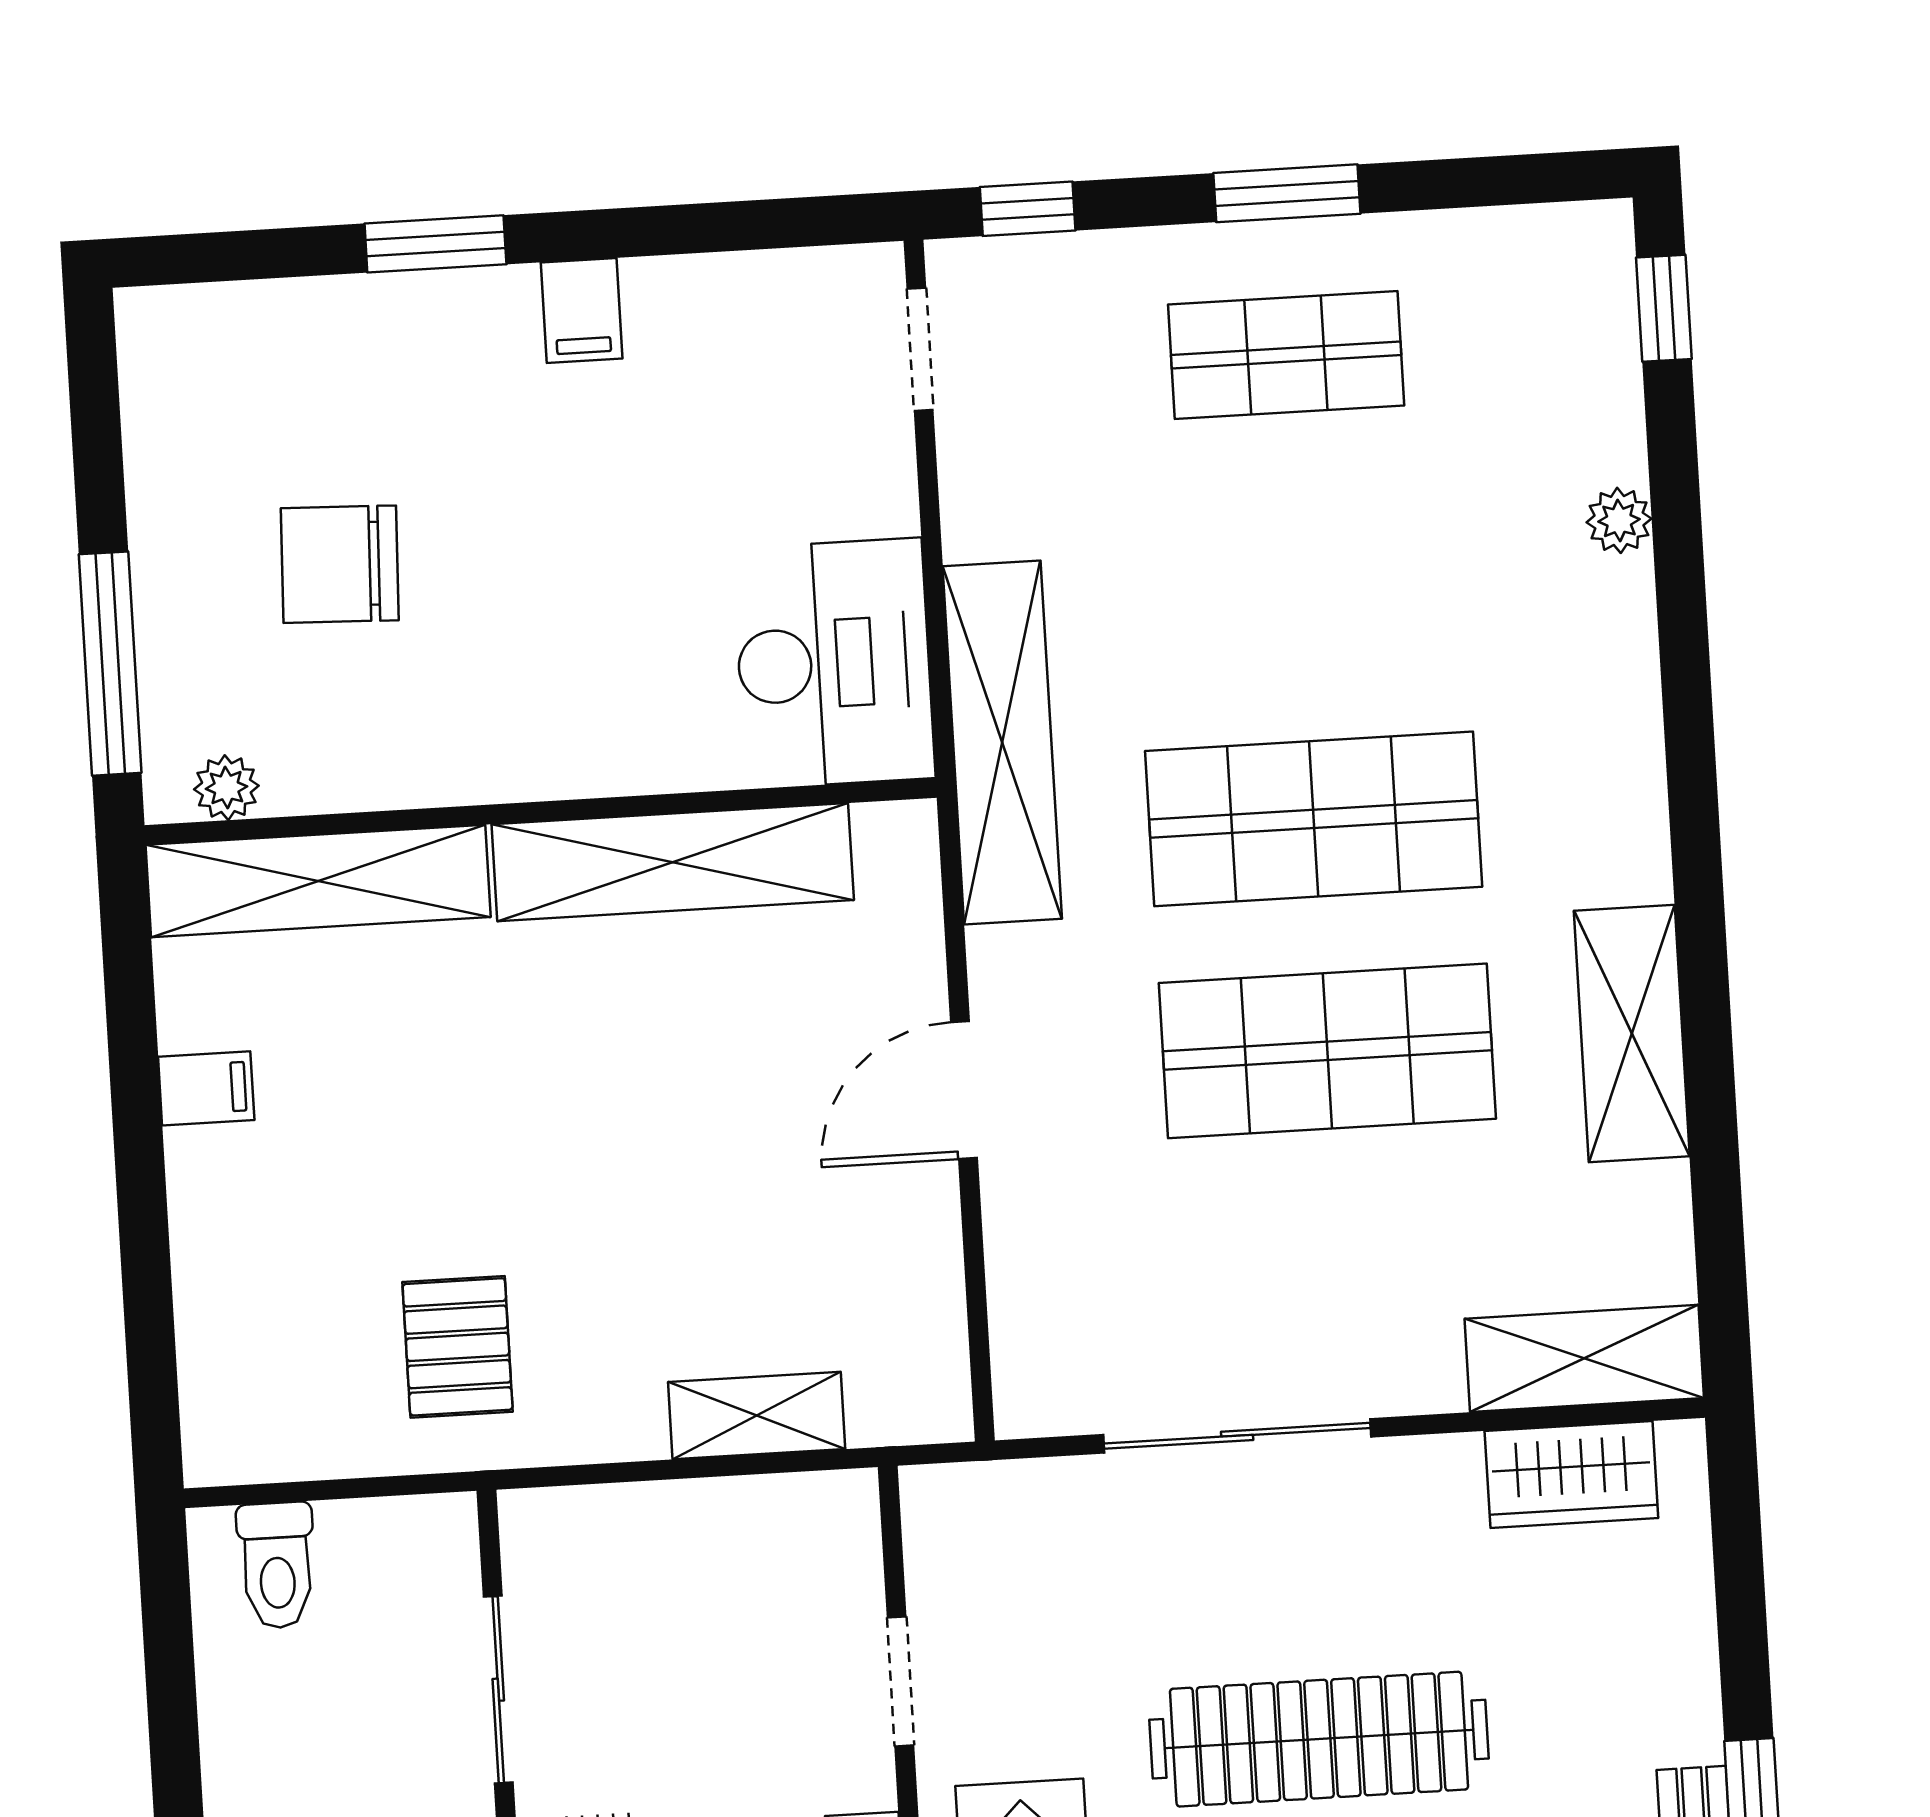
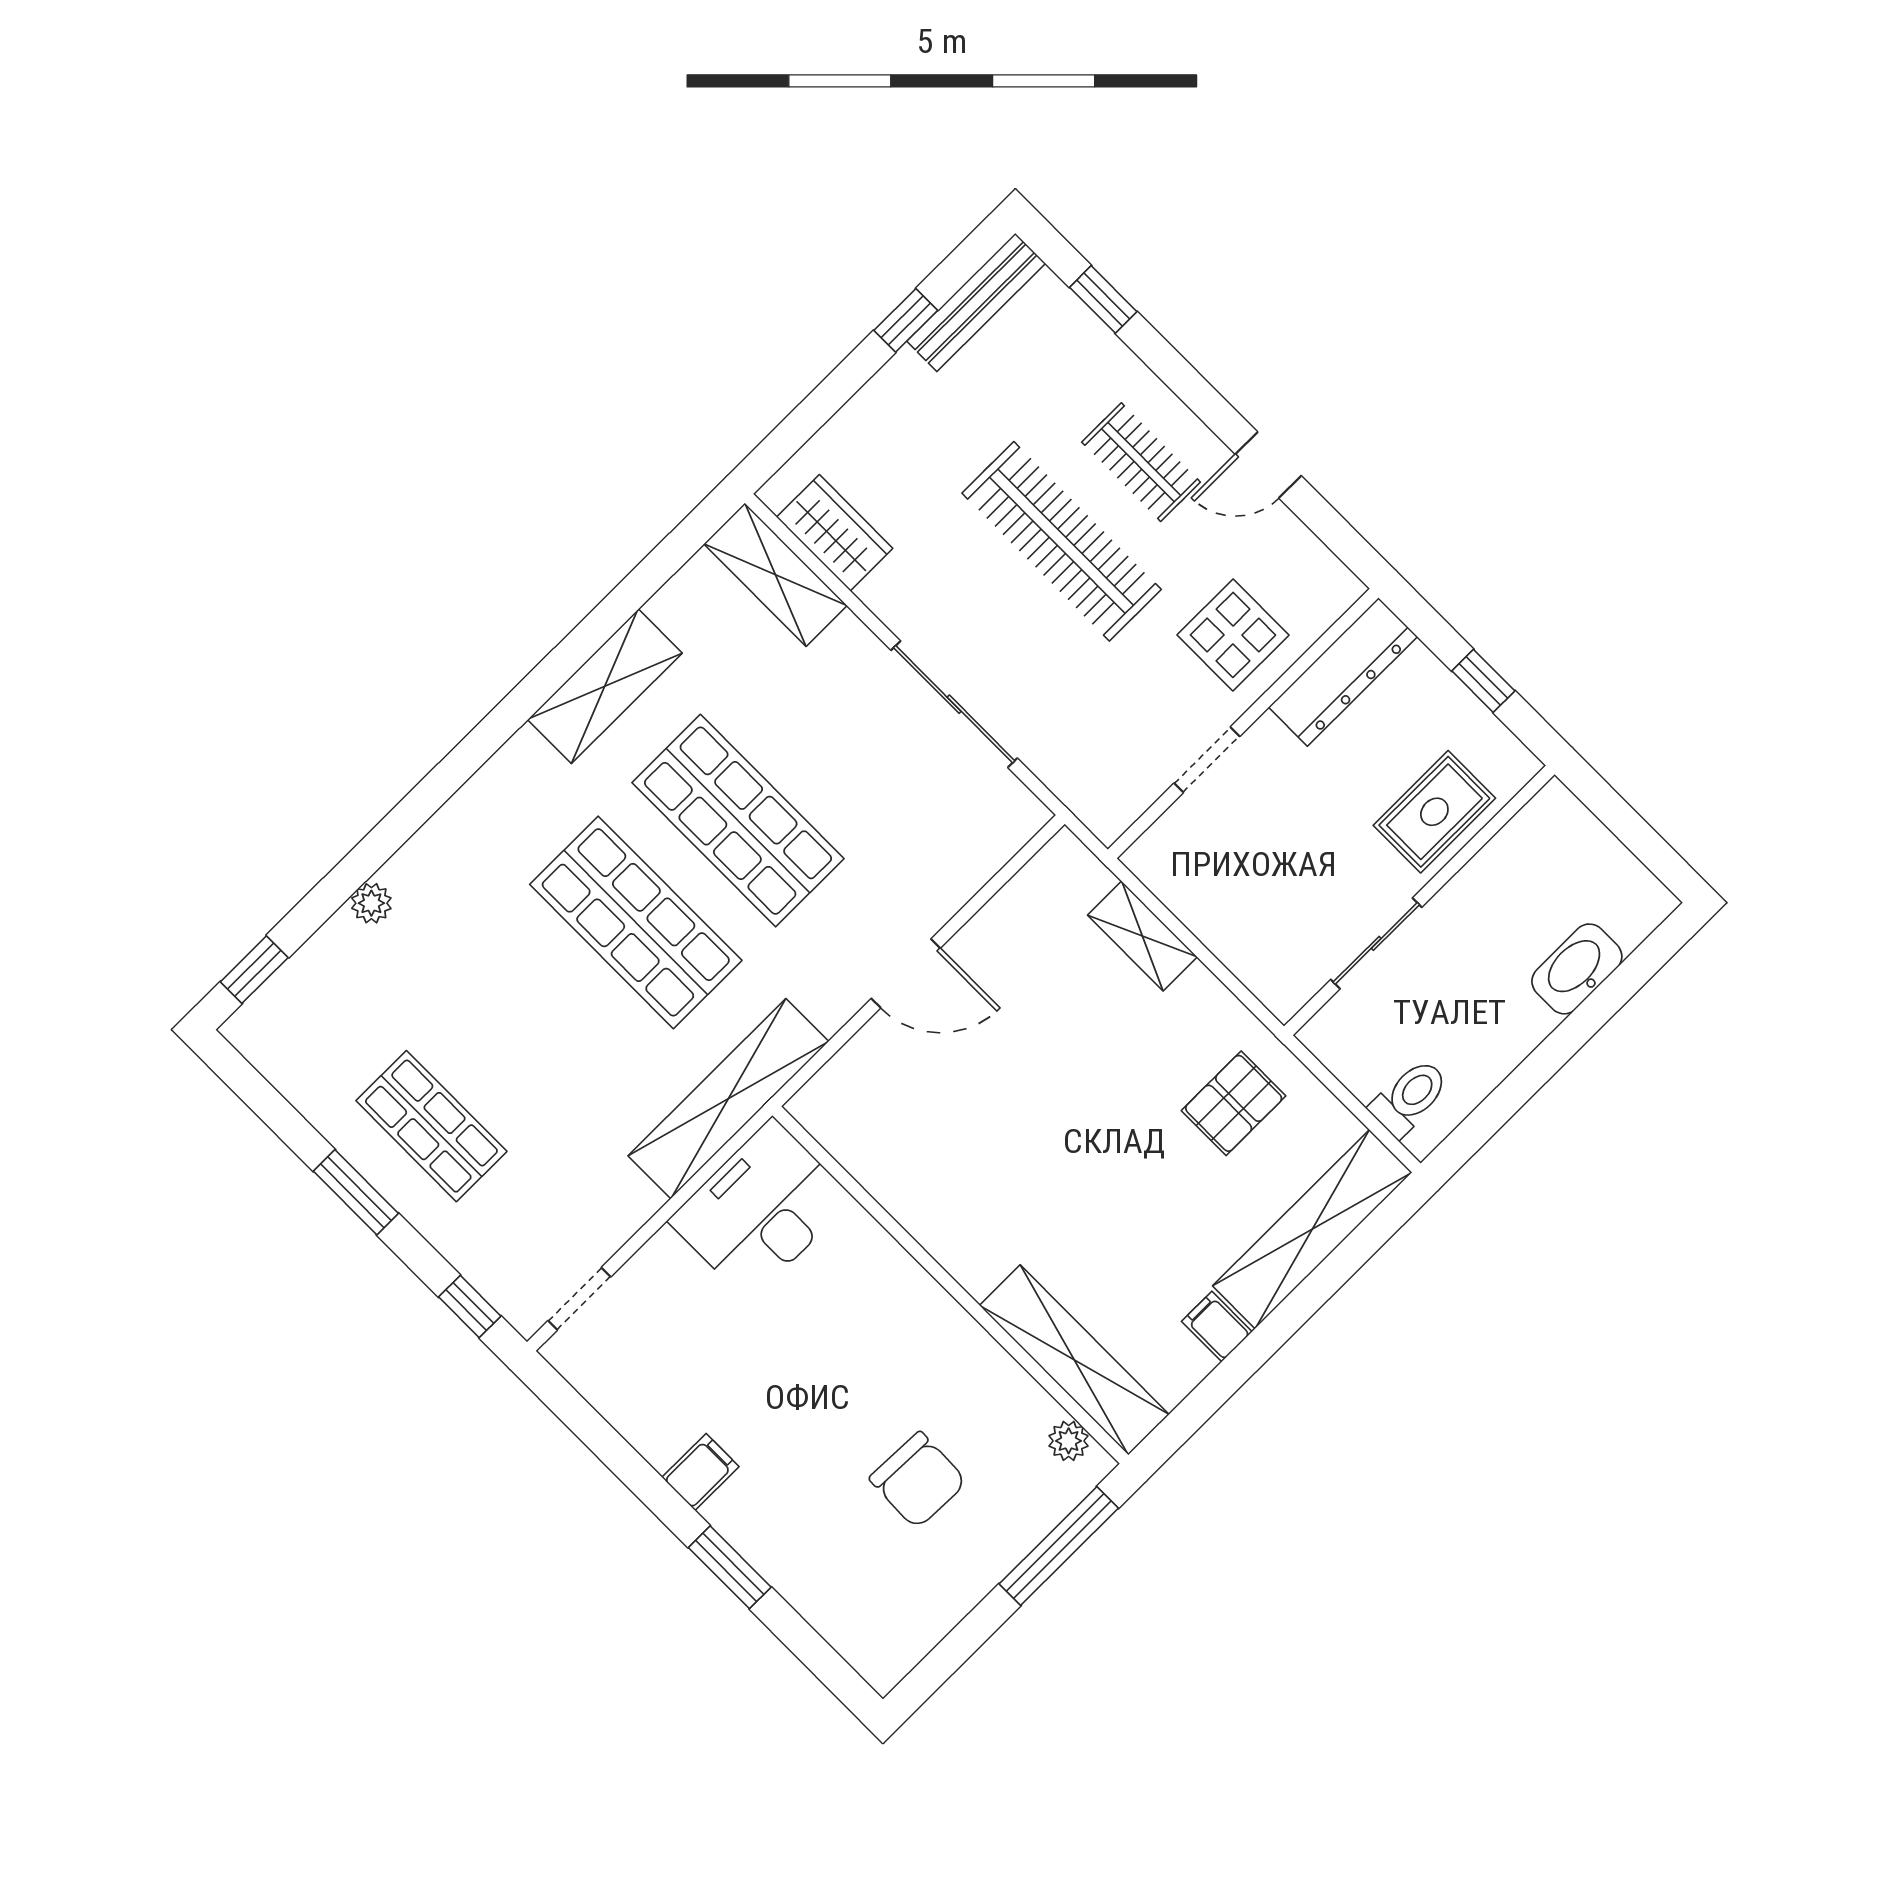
shelving: (673, 862) -> (1312, 1229), moved, turned 90

